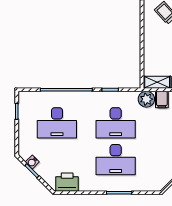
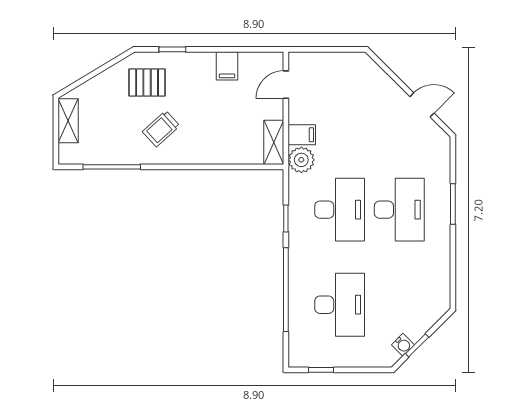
printer: (67, 182) -> (436, 288), removed

